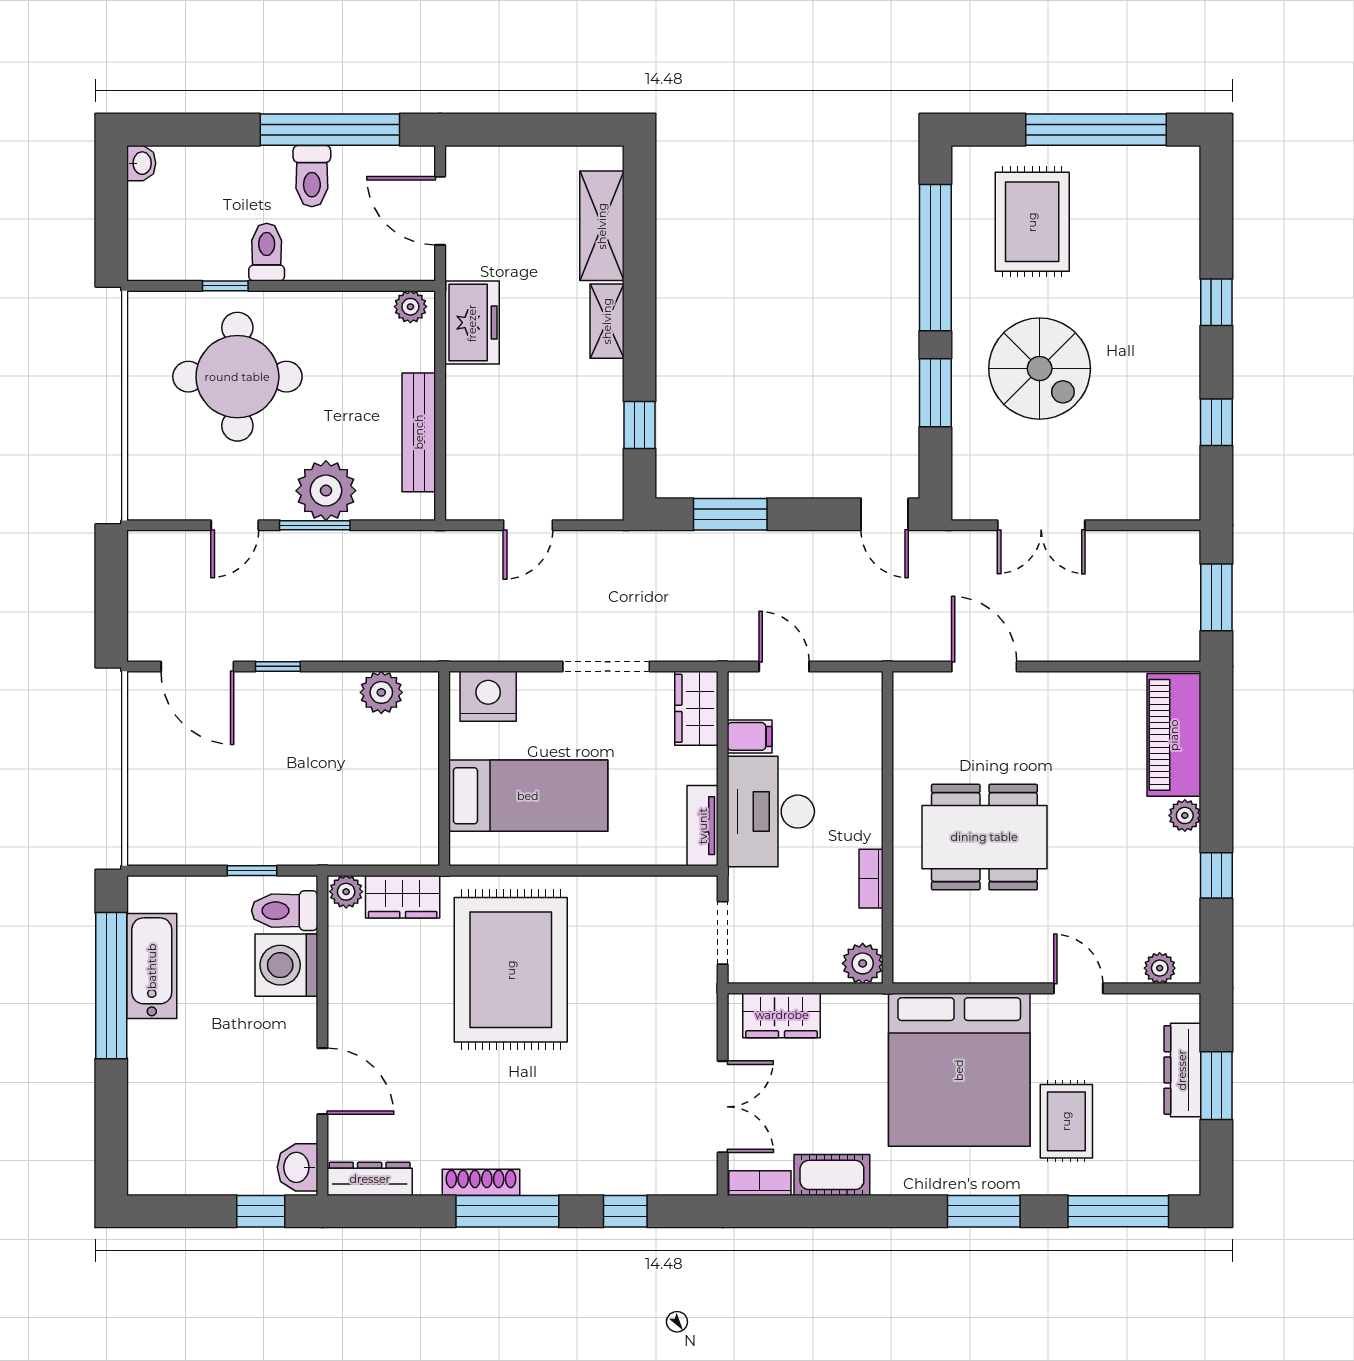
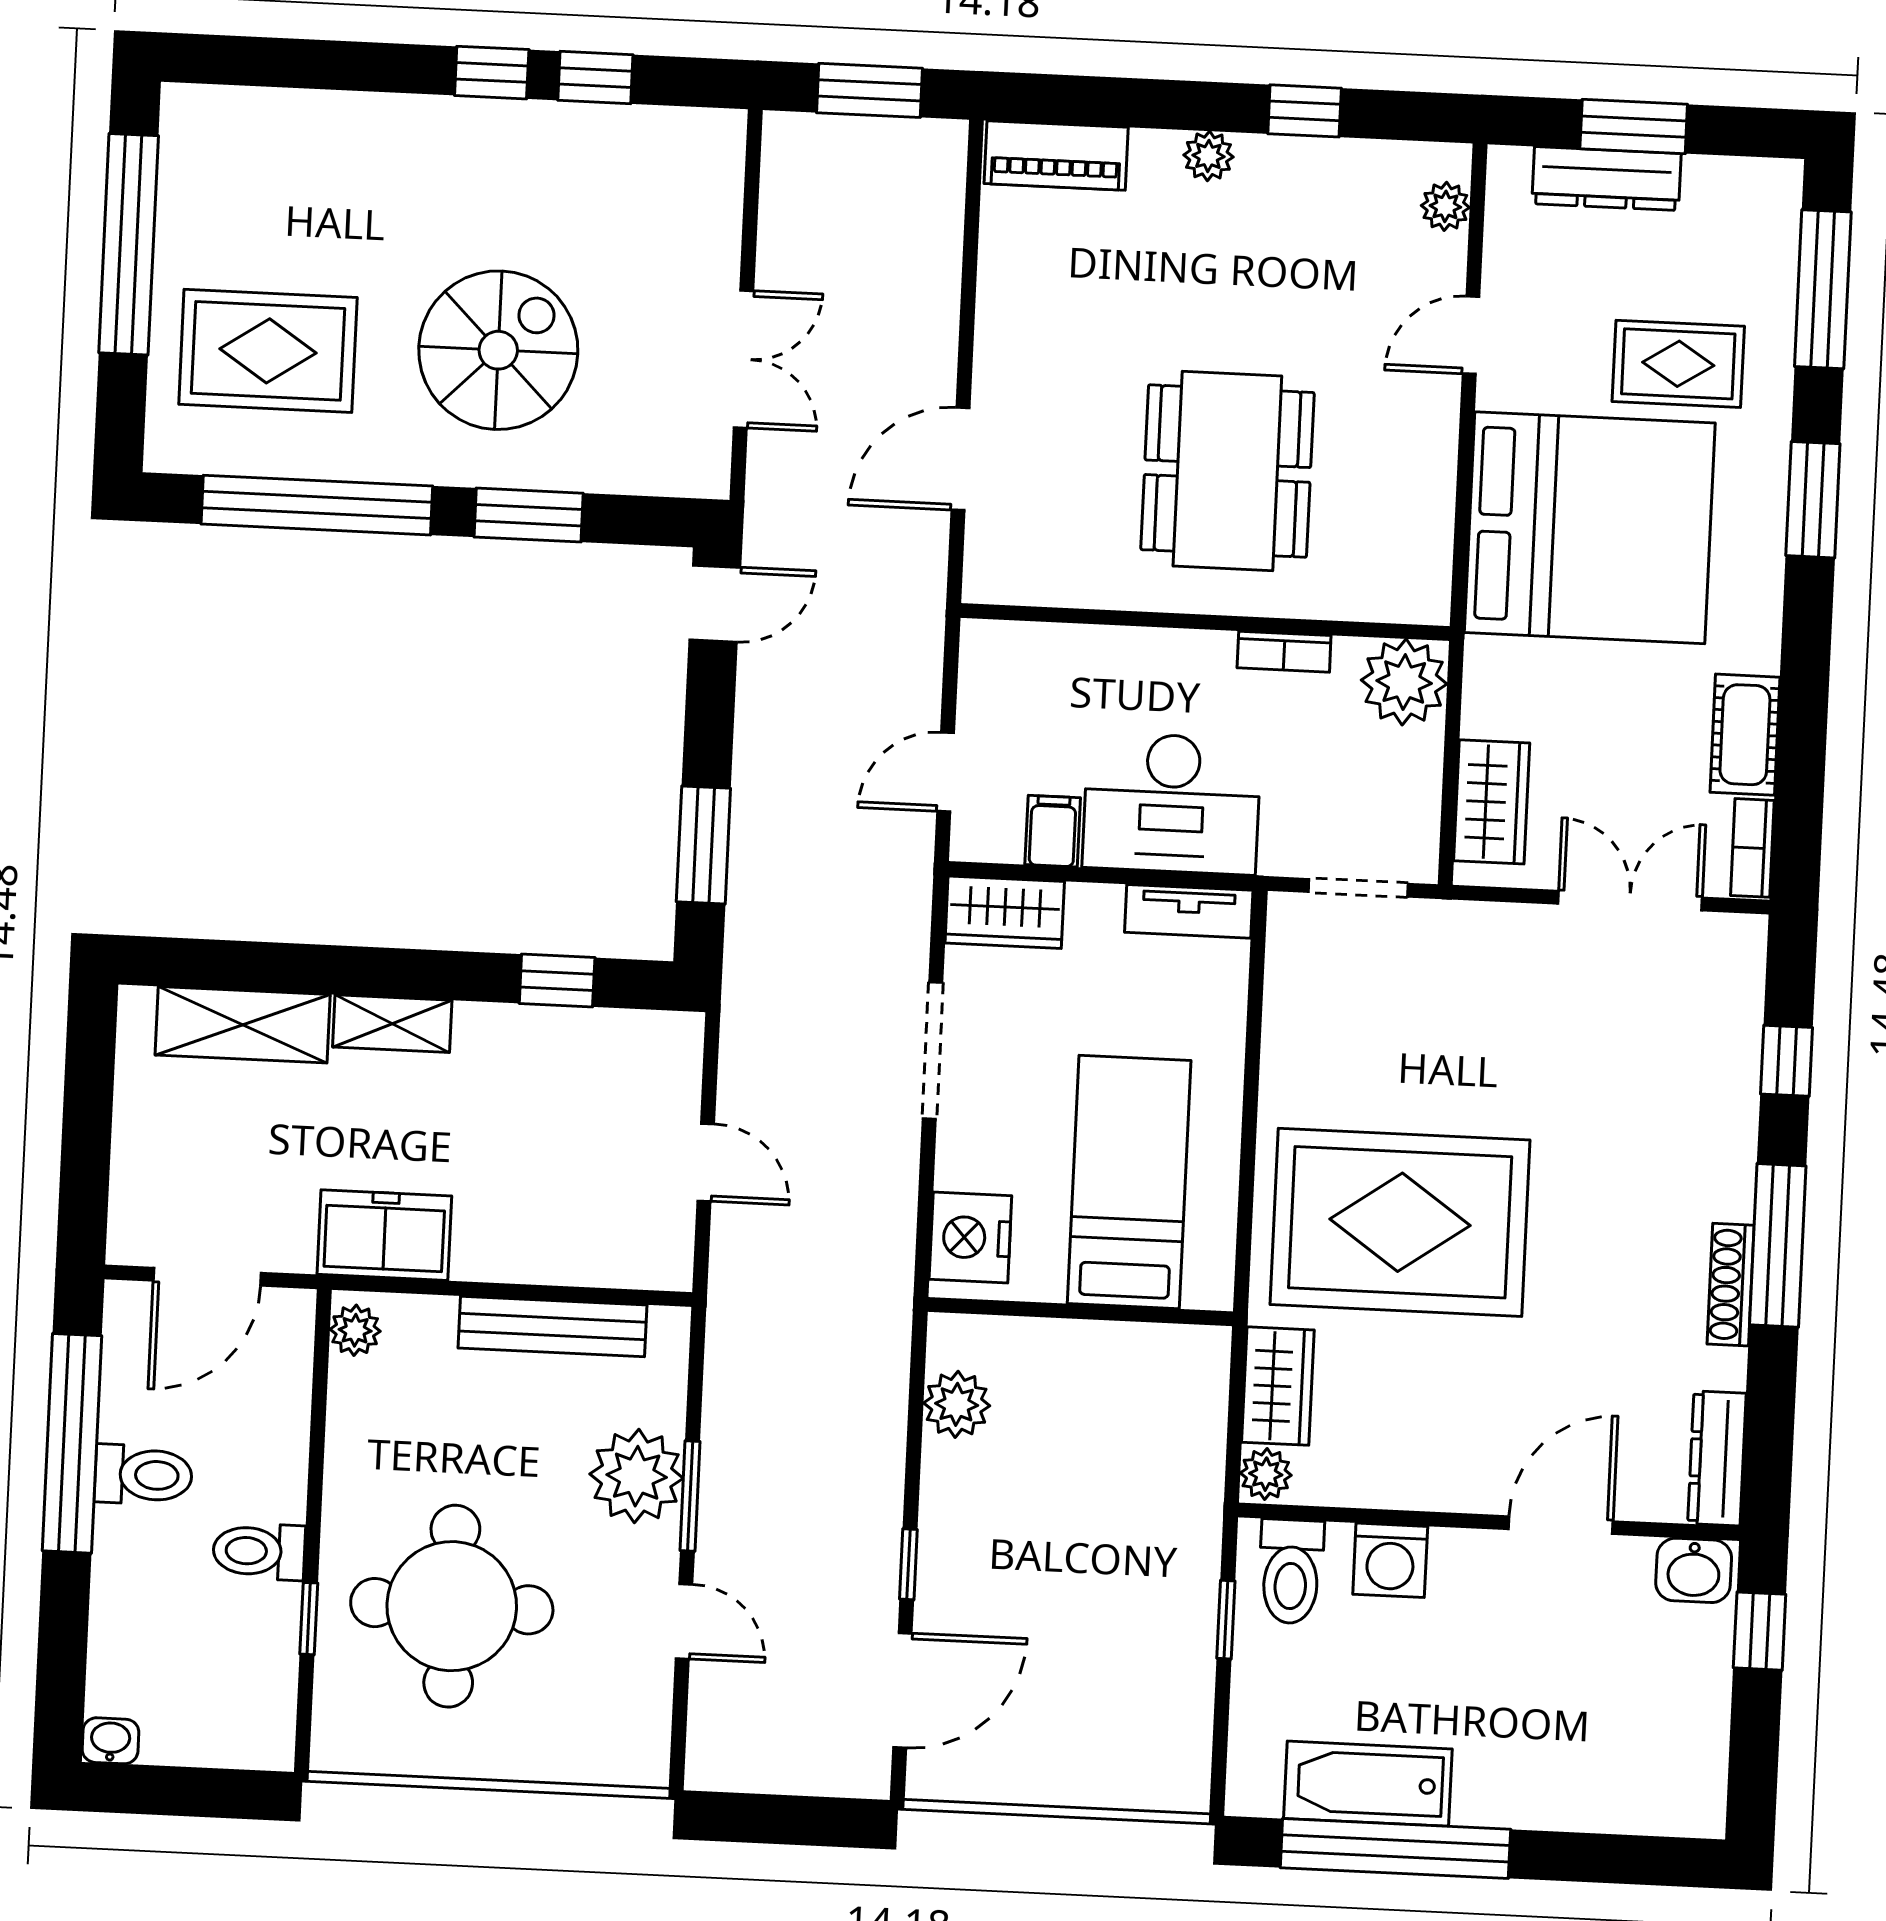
window: (1216, 302) -> (492, 73), moved
piano: (1174, 735) -> (1056, 155), width x0.73, depth x0.75
plant: (863, 963) -> (1404, 682), width x1.36, depth x1.36
washing machine: (286, 965) -> (1390, 1560), width x0.73, depth x0.73

